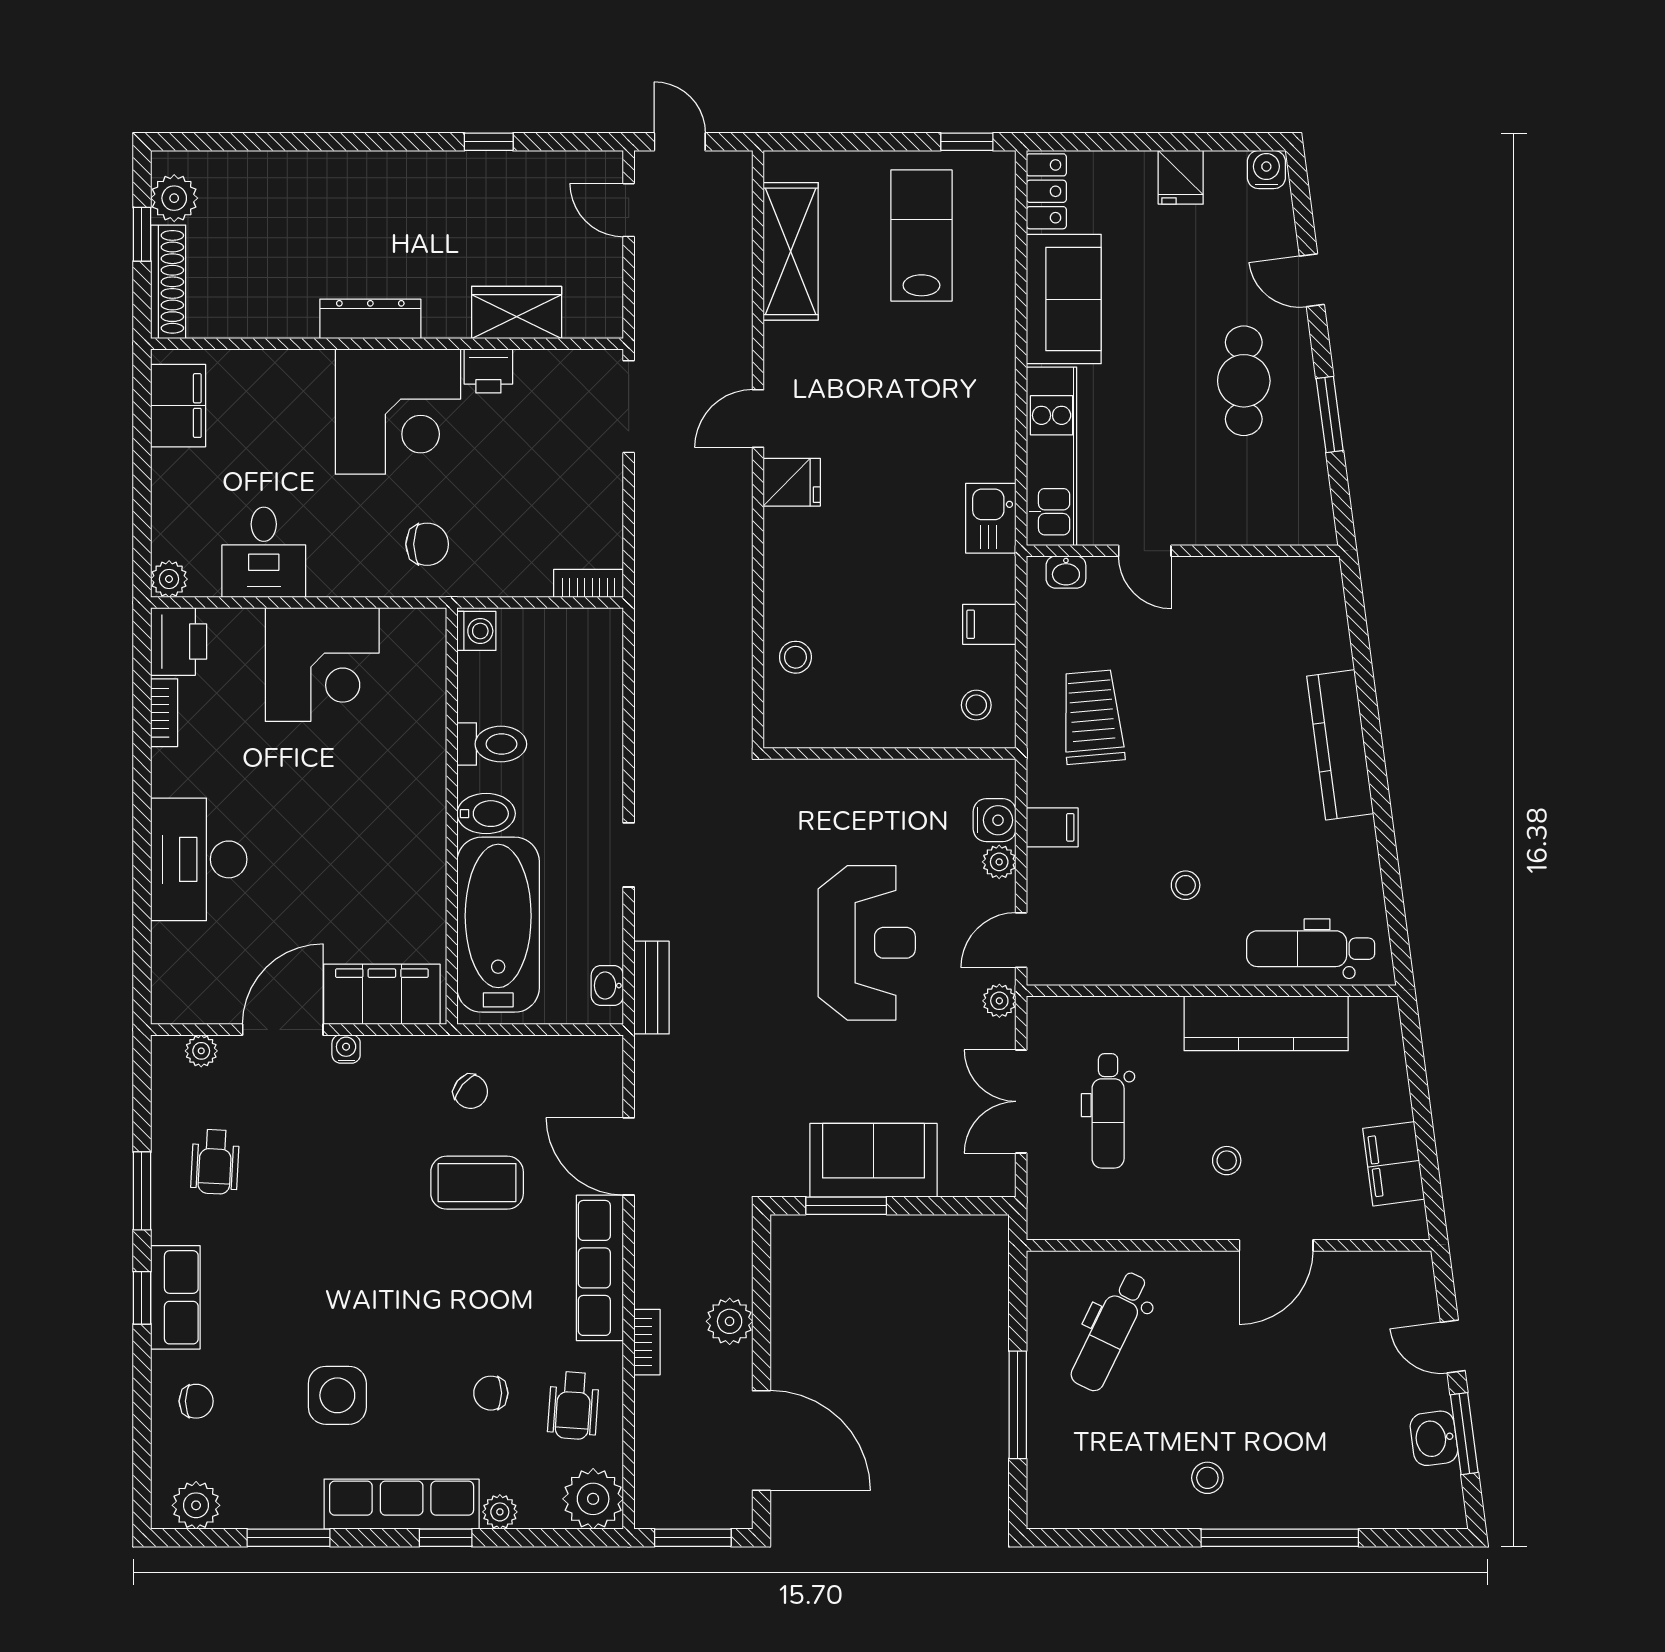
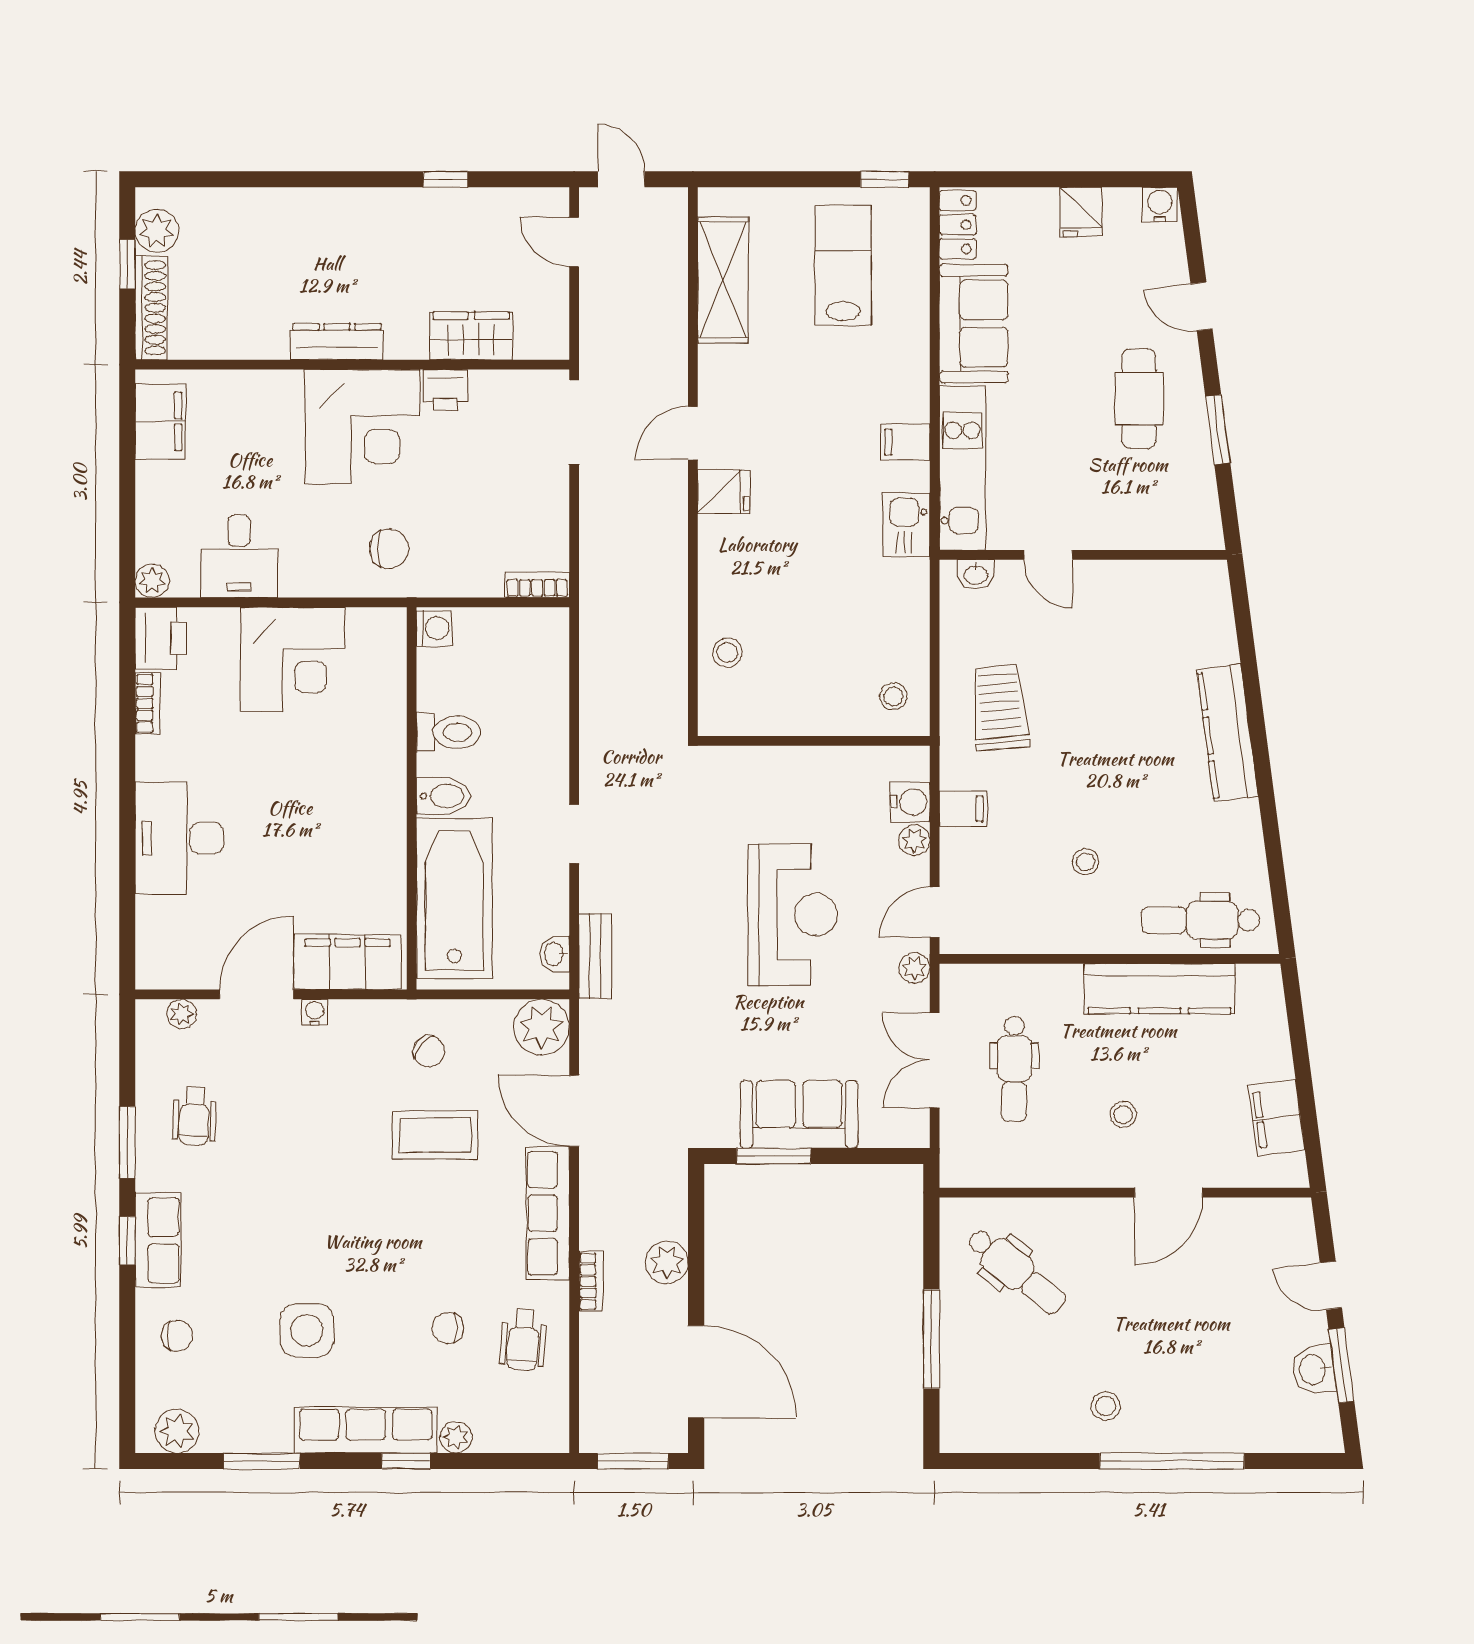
filing cabinet: (989, 624) -> (905, 442), moved
dental chair: (1110, 1331) -> (1016, 1271), turned -77
plant: (593, 1499) -> (541, 1027), moved

